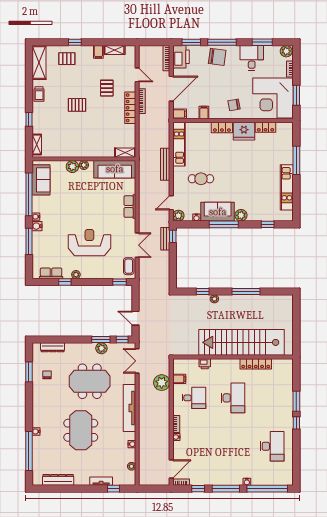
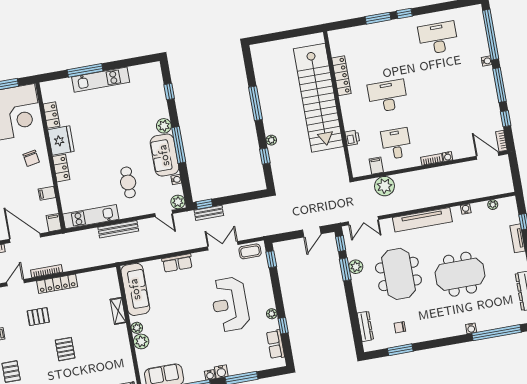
shelving: (125, 153) -> (118, 311), moved
kitchen unit: (287, 187) -> (101, 80), moved

